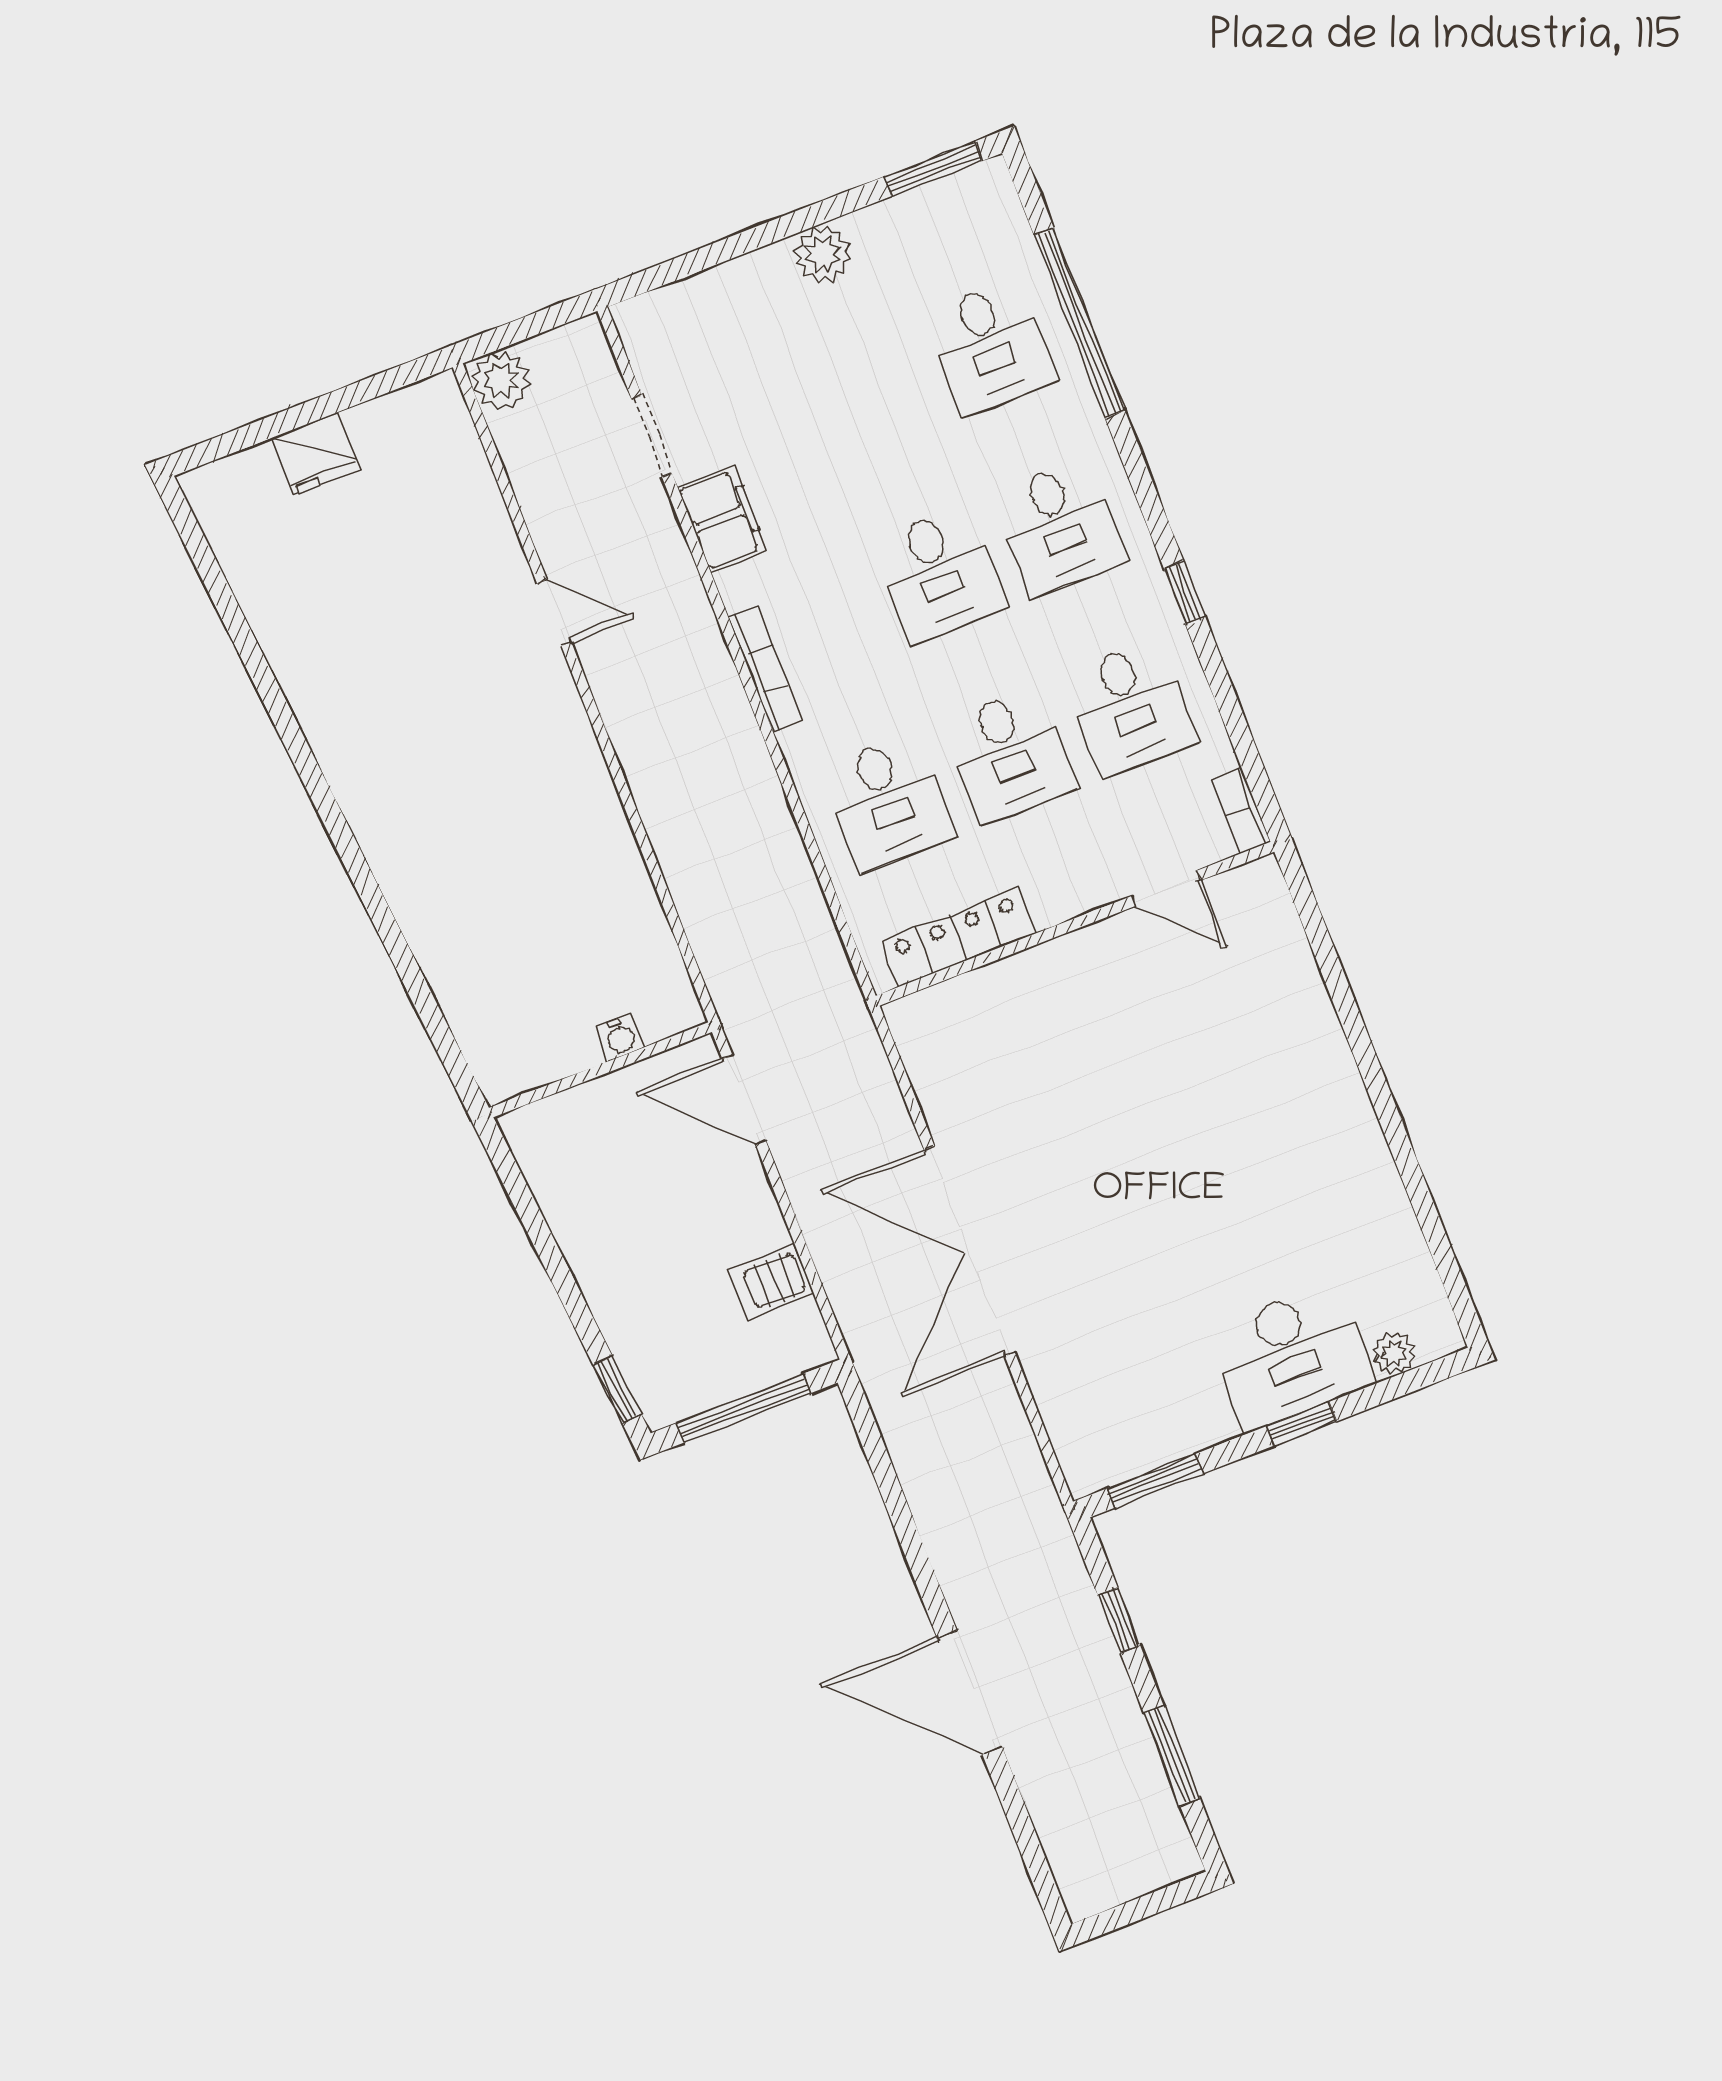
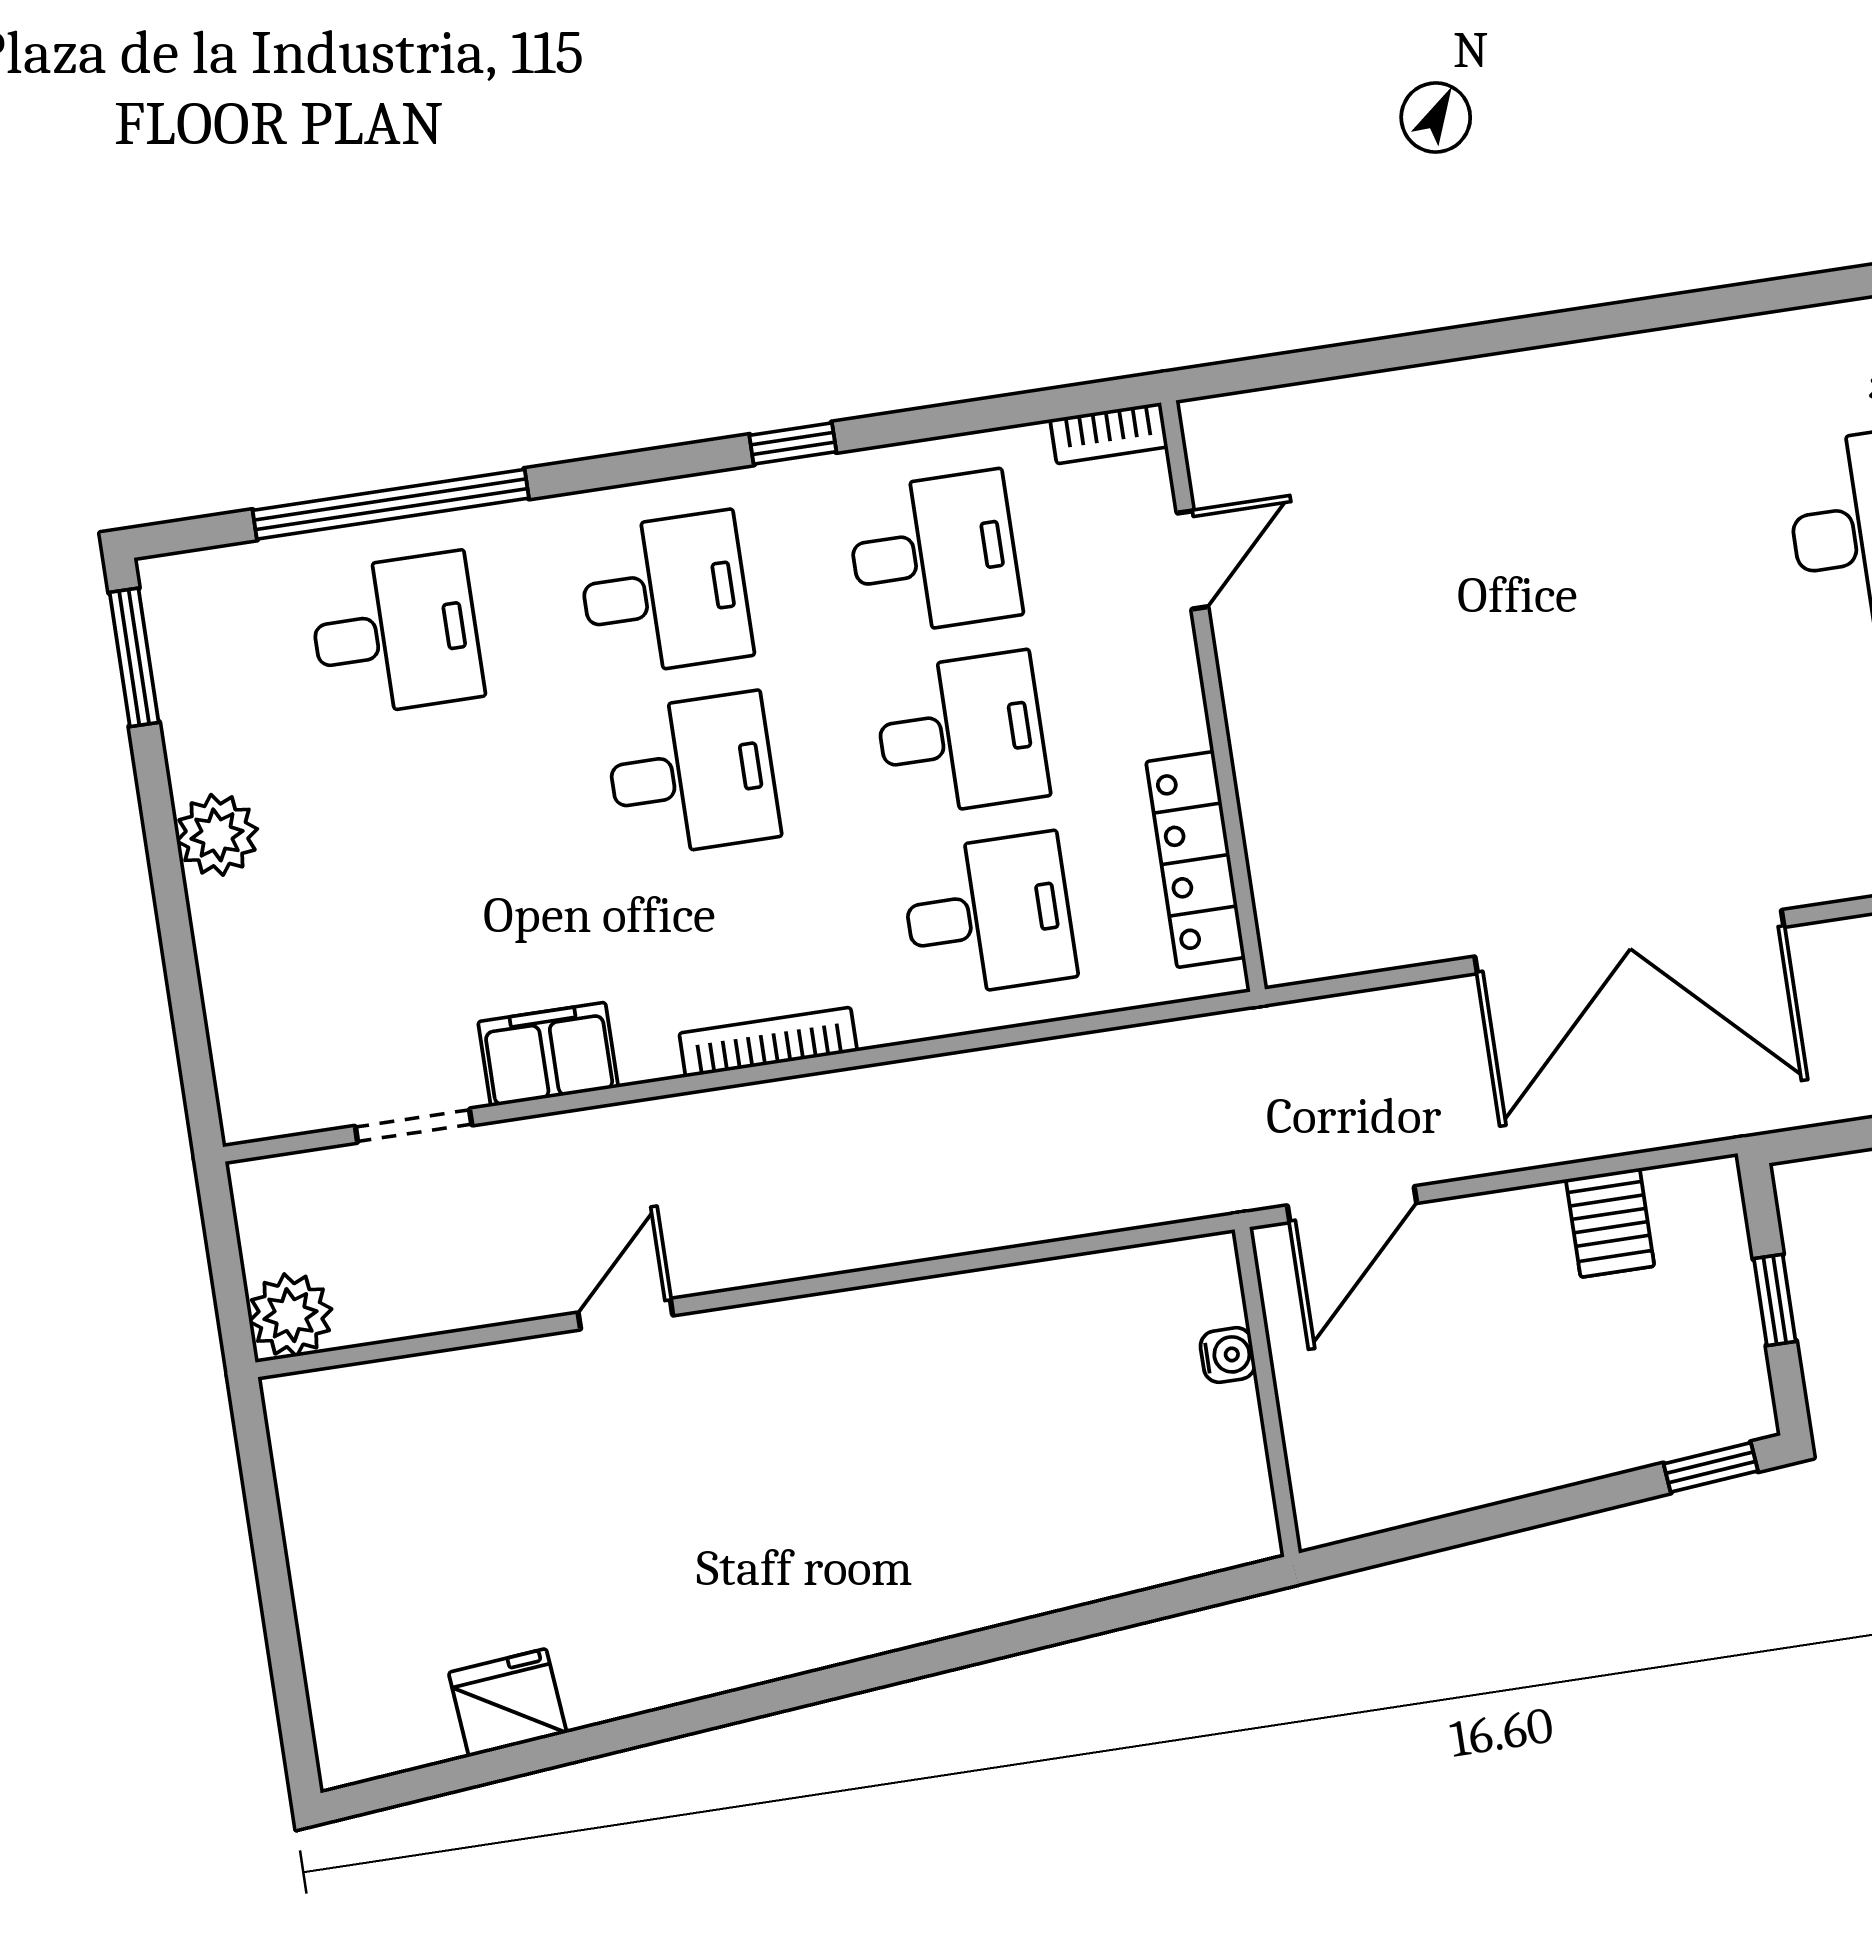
fridge: (316, 454) -> (508, 1703), moved, turned -95
window: (744, 1408) -> (1775, 1300), width x0.46

